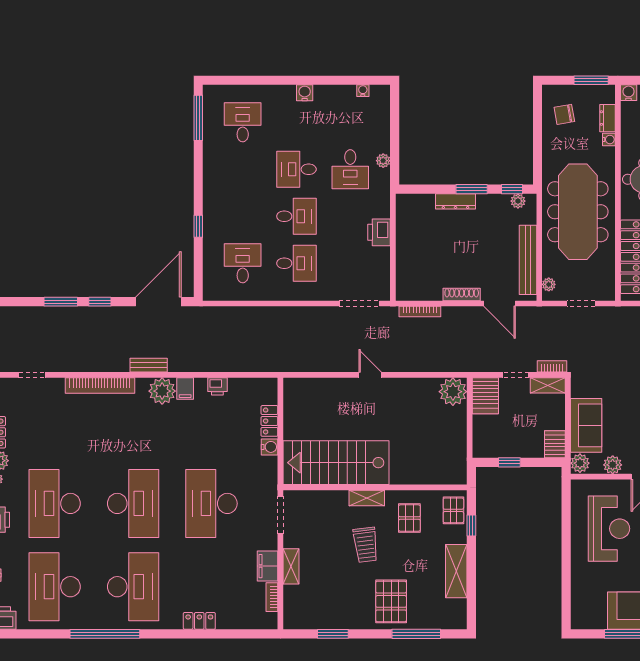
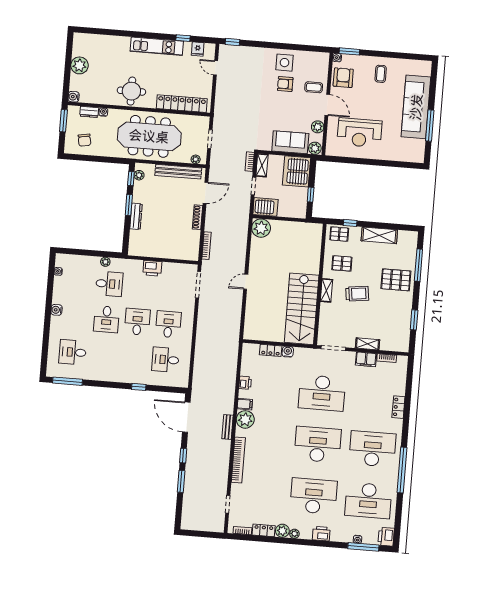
server rack: (555, 444) -> (297, 171), width x2.18, depth x1.44
desk: (55, 503) -> (314, 496), turned 180
reception desk: (609, 529) -> (359, 133), turned 180

